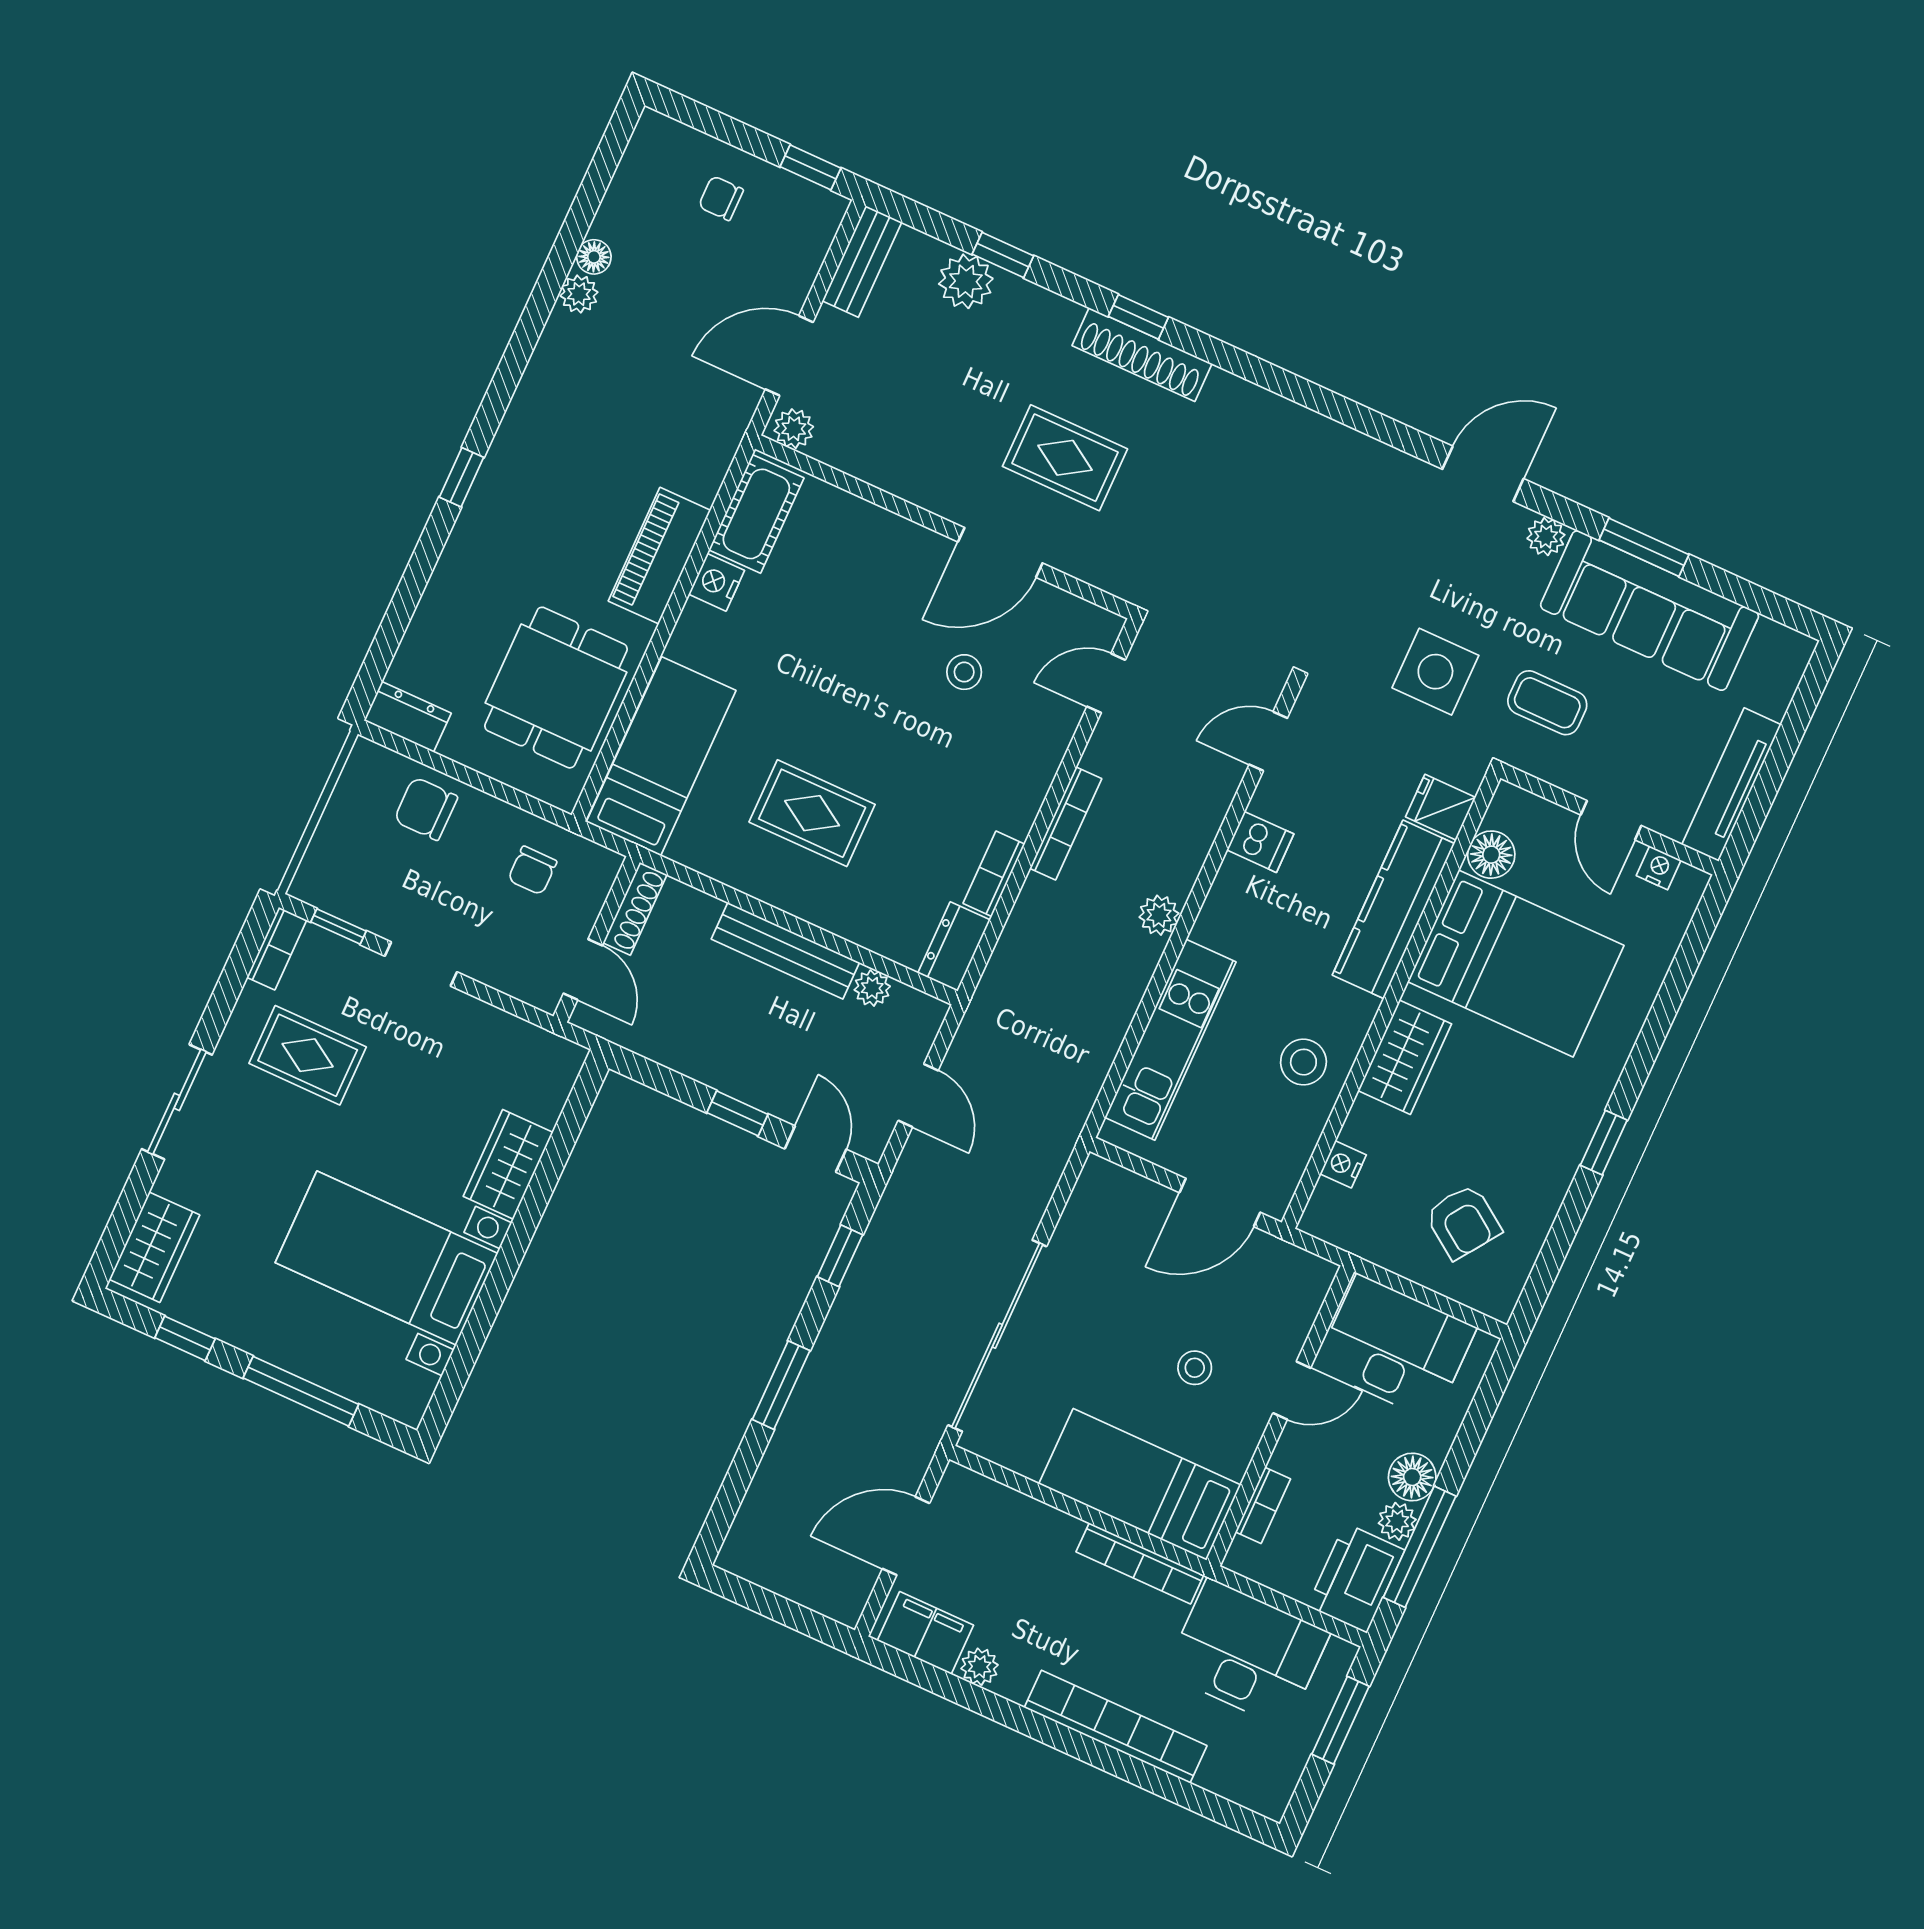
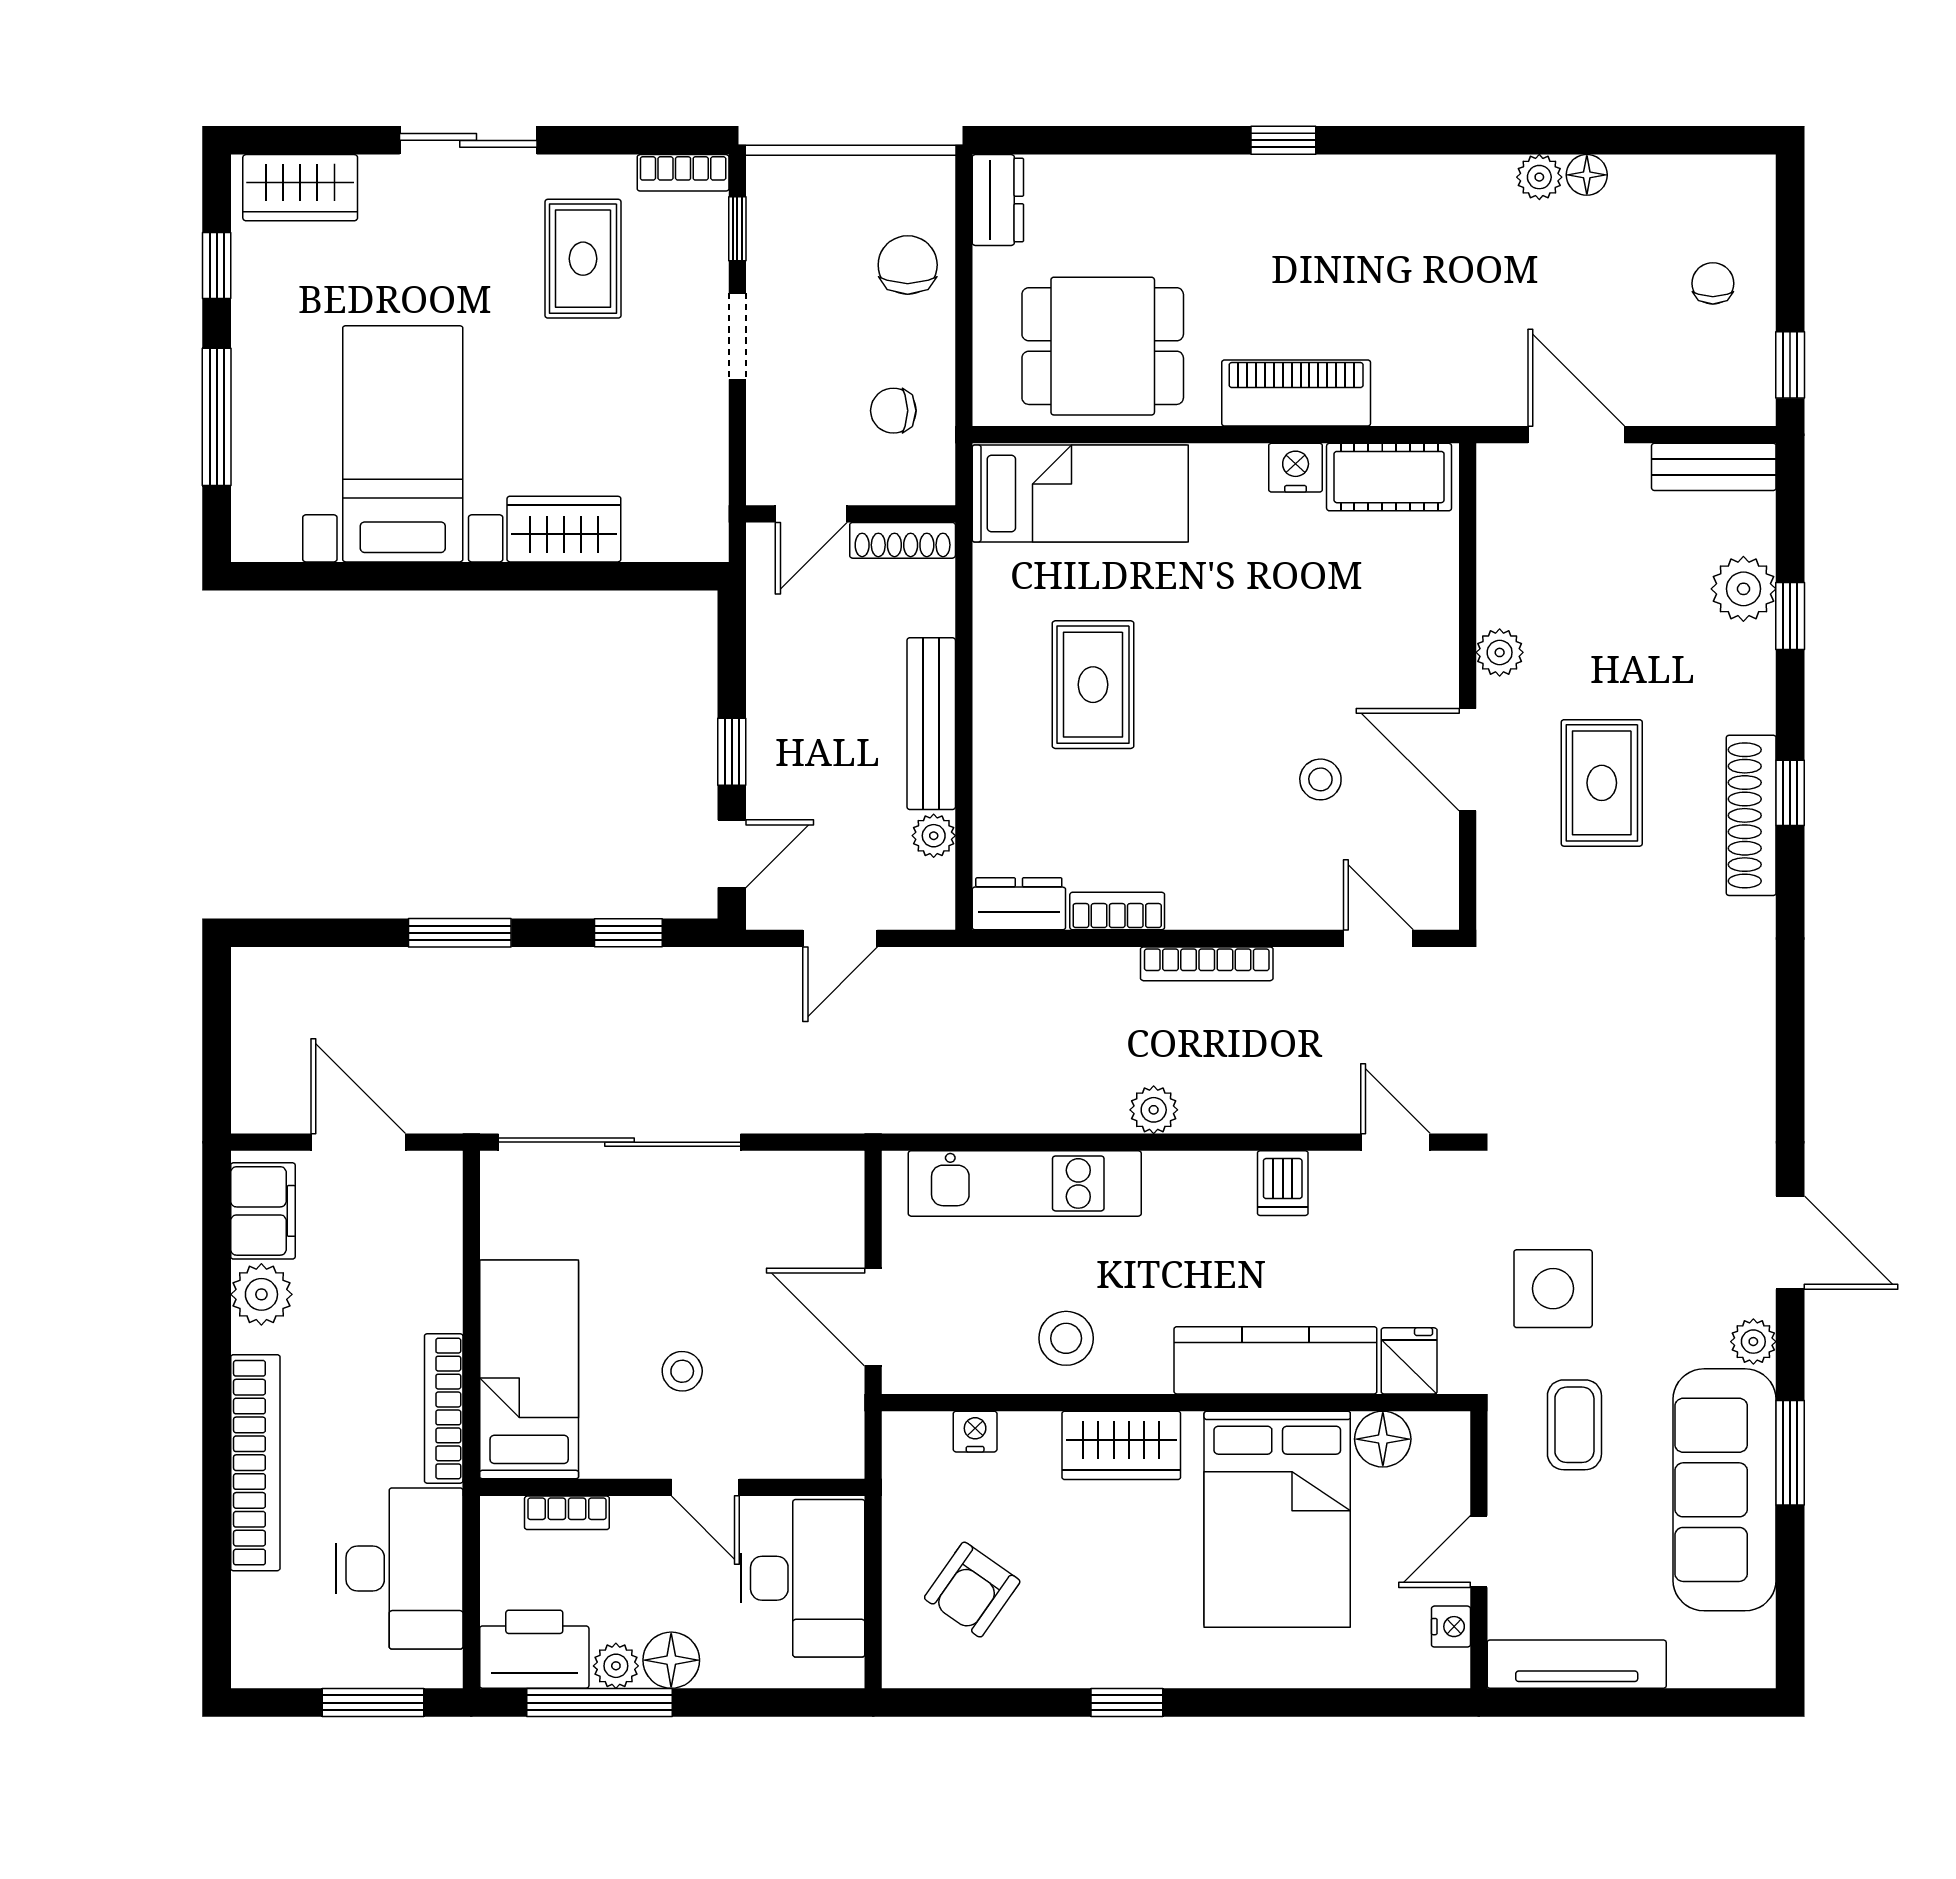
plant: (794, 429) -> (1500, 652), moved
plant: (980, 1667) -> (261, 1294), width x1.38, depth x1.38

